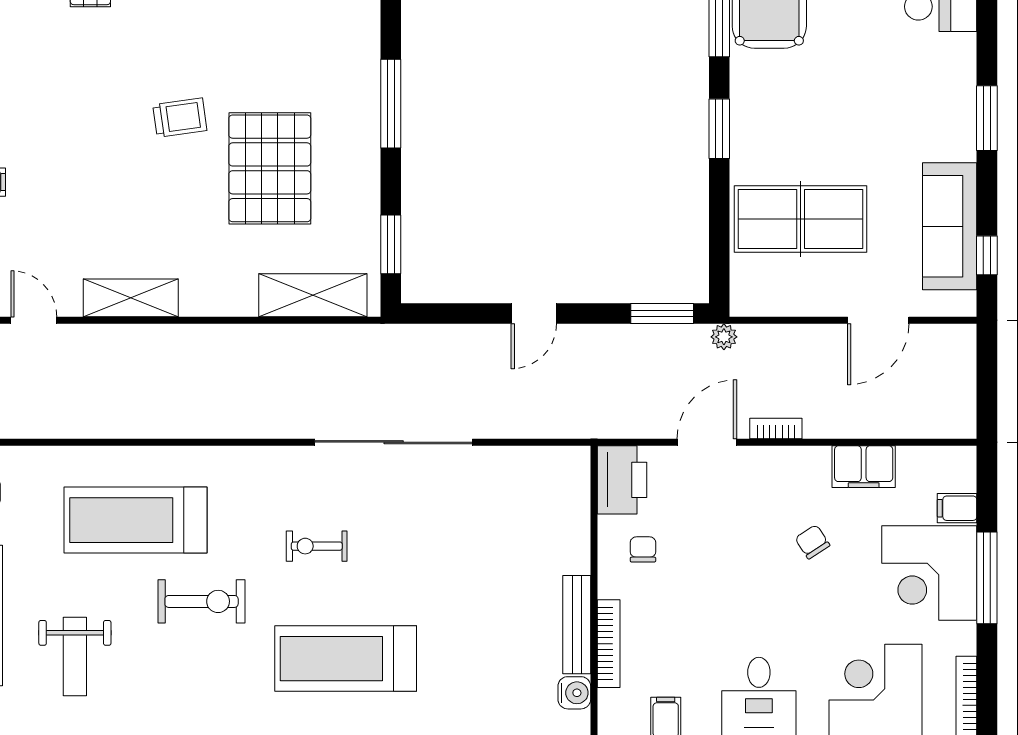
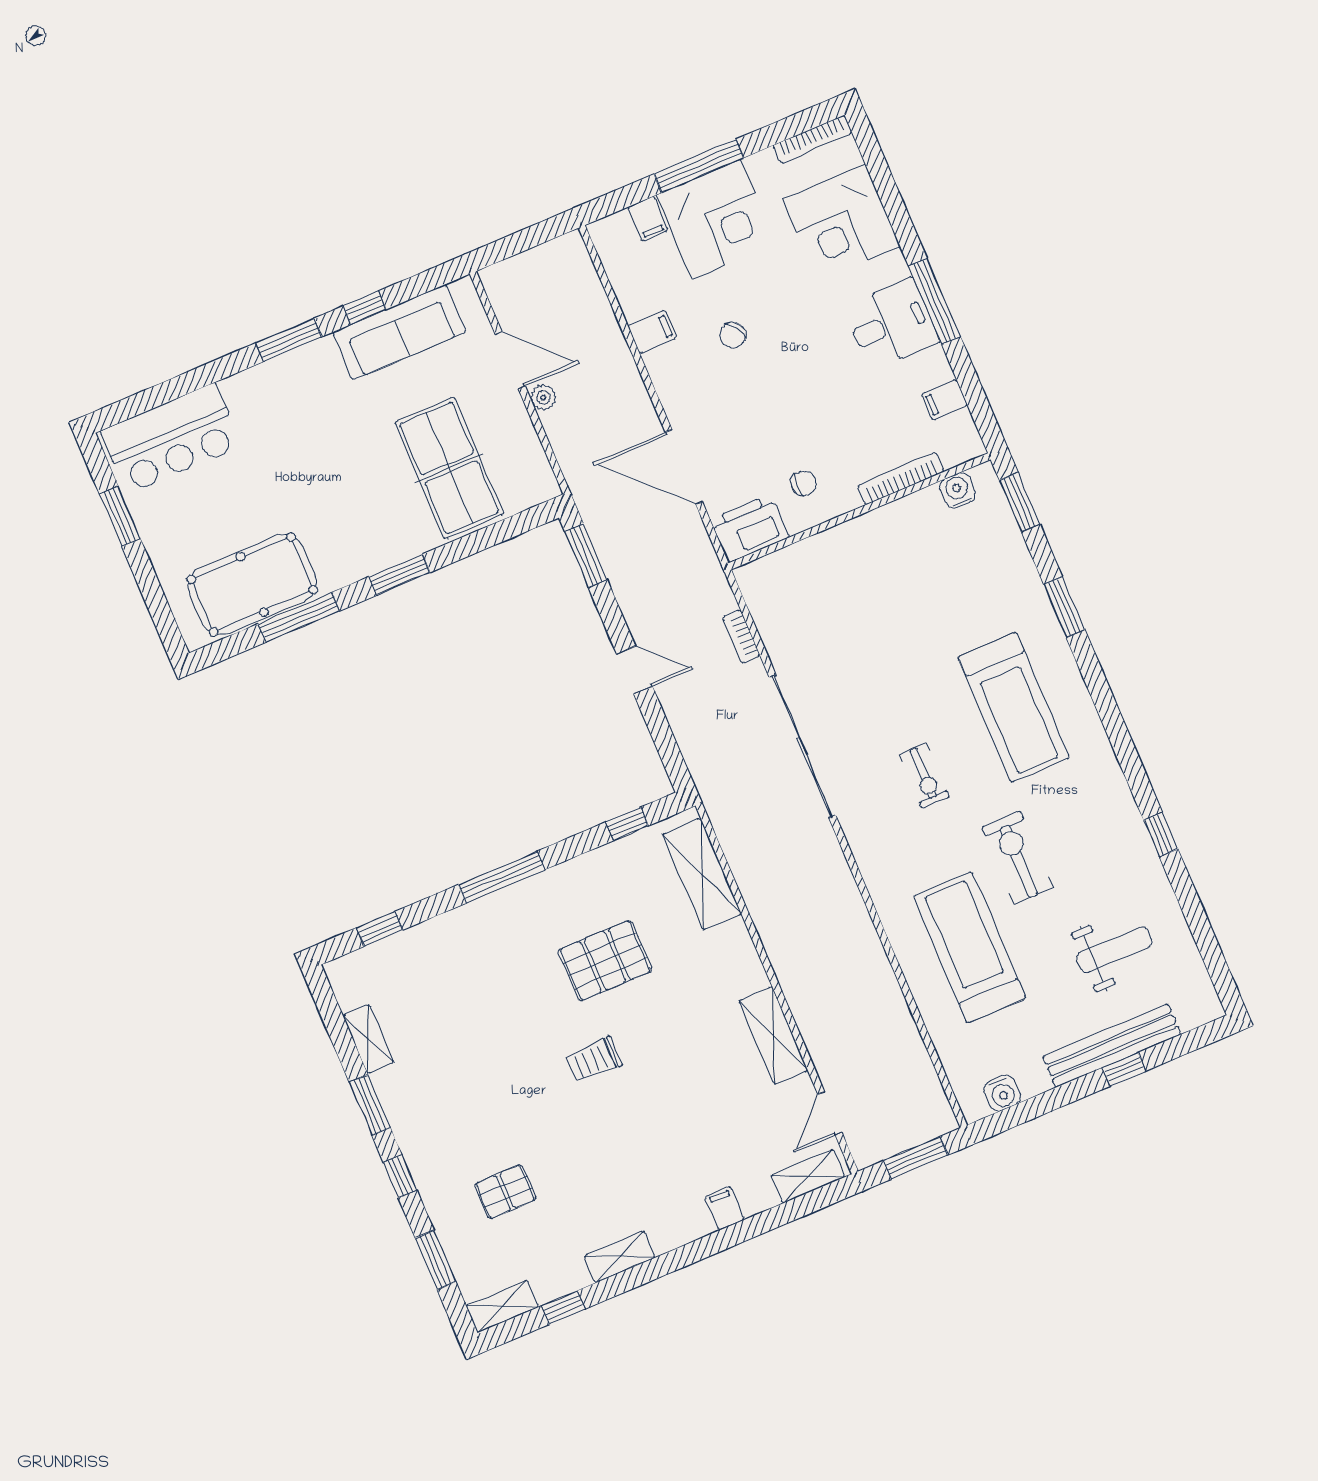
trolley: (180, 118) -> (594, 1060), turned -82
pallet: (270, 168) -> (605, 961), width x0.73, depth x0.71
window: (391, 244) -> (627, 824), width x0.67
window: (987, 255) -> (365, 308), moved
plant: (724, 337) -> (543, 397), moved
bookcase: (776, 428) -> (741, 637), moved
door: (707, 442) -> (684, 467), width x1.36
filing cabinet: (864, 467) -> (652, 332), width x0.50
treadmill: (135, 520) -> (970, 947), turned 180
chair: (643, 549) -> (804, 483), turned 180
bench: (577, 625) -> (896, 514), removed

